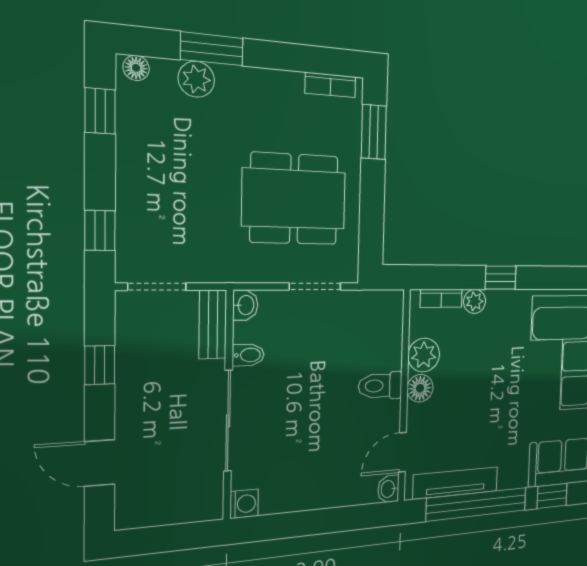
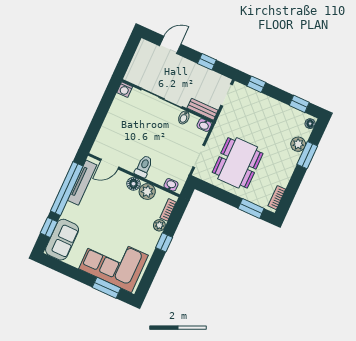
door: (402, 452) -> (110, 164), swing flipped
washbasin: (388, 489) -> (171, 185), moved

